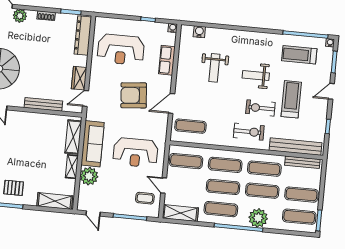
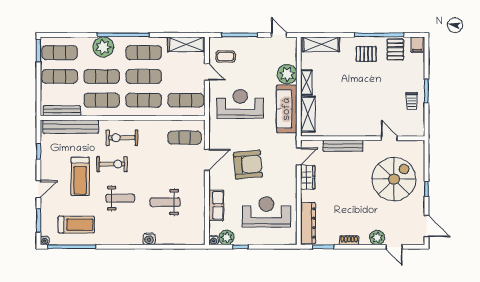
plant: (160, 29) -> (226, 237), added
water cooler: (199, 32) -> (149, 239), moved
weight bench: (214, 68) -> (165, 202), turned -90

